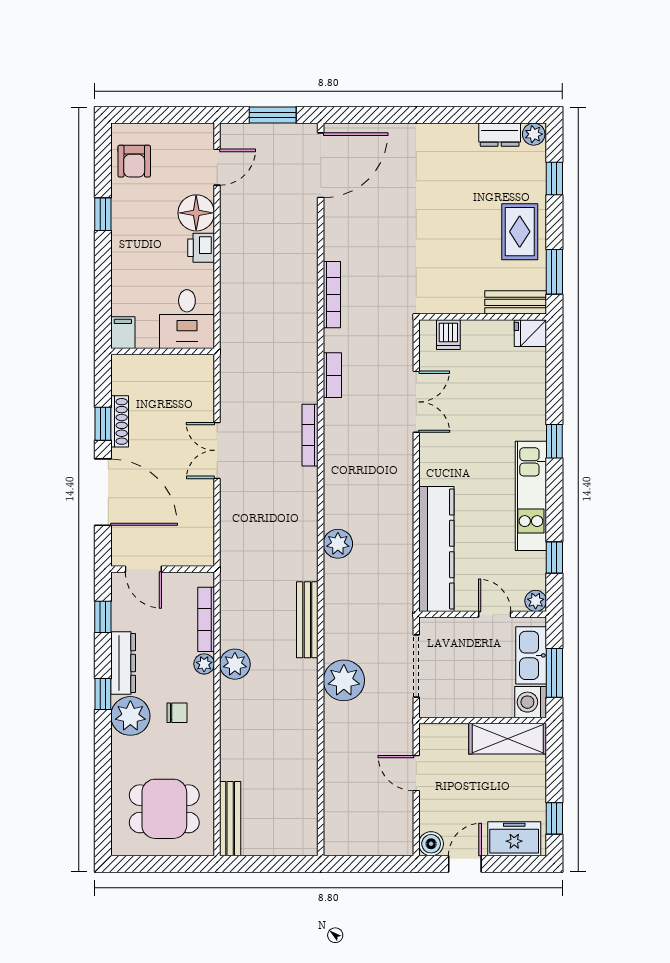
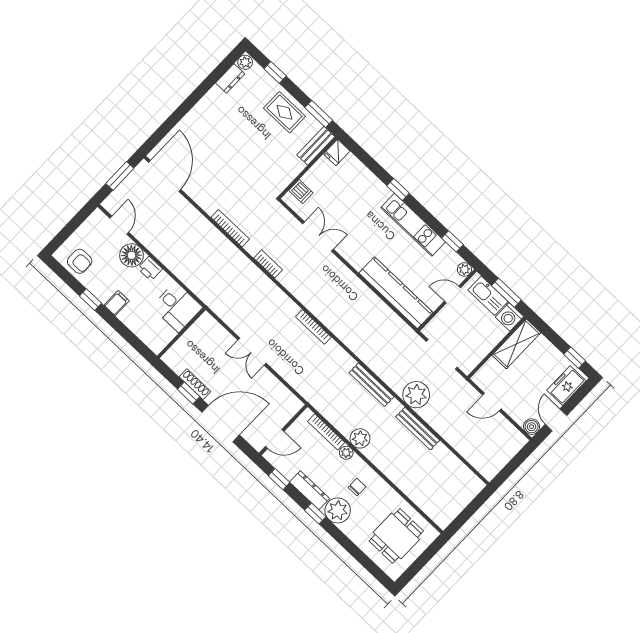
filing cabinet: (123, 333) -> (117, 303), moved, turned 90
bookcase: (310, 435) -> (313, 327), moved
plant: (338, 544) -> (350, 337), removed
bench: (230, 819) -> (418, 429), moved

